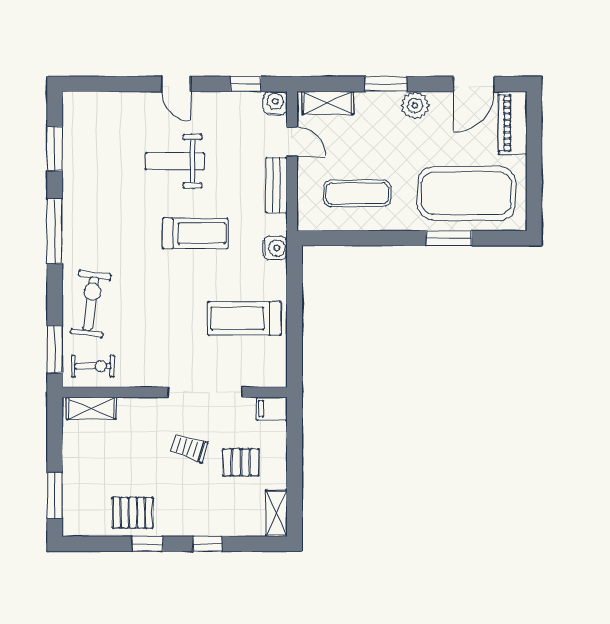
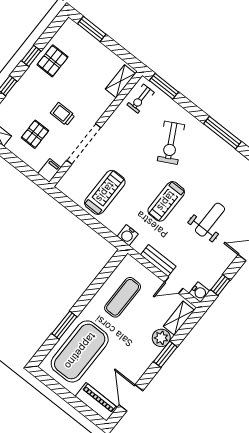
plant: (415, 105) -> (161, 338), moved
exercise bike: (91, 304) -> (171, 143), moved, turned 54
trolley: (189, 448) -> (63, 114), turned -107

